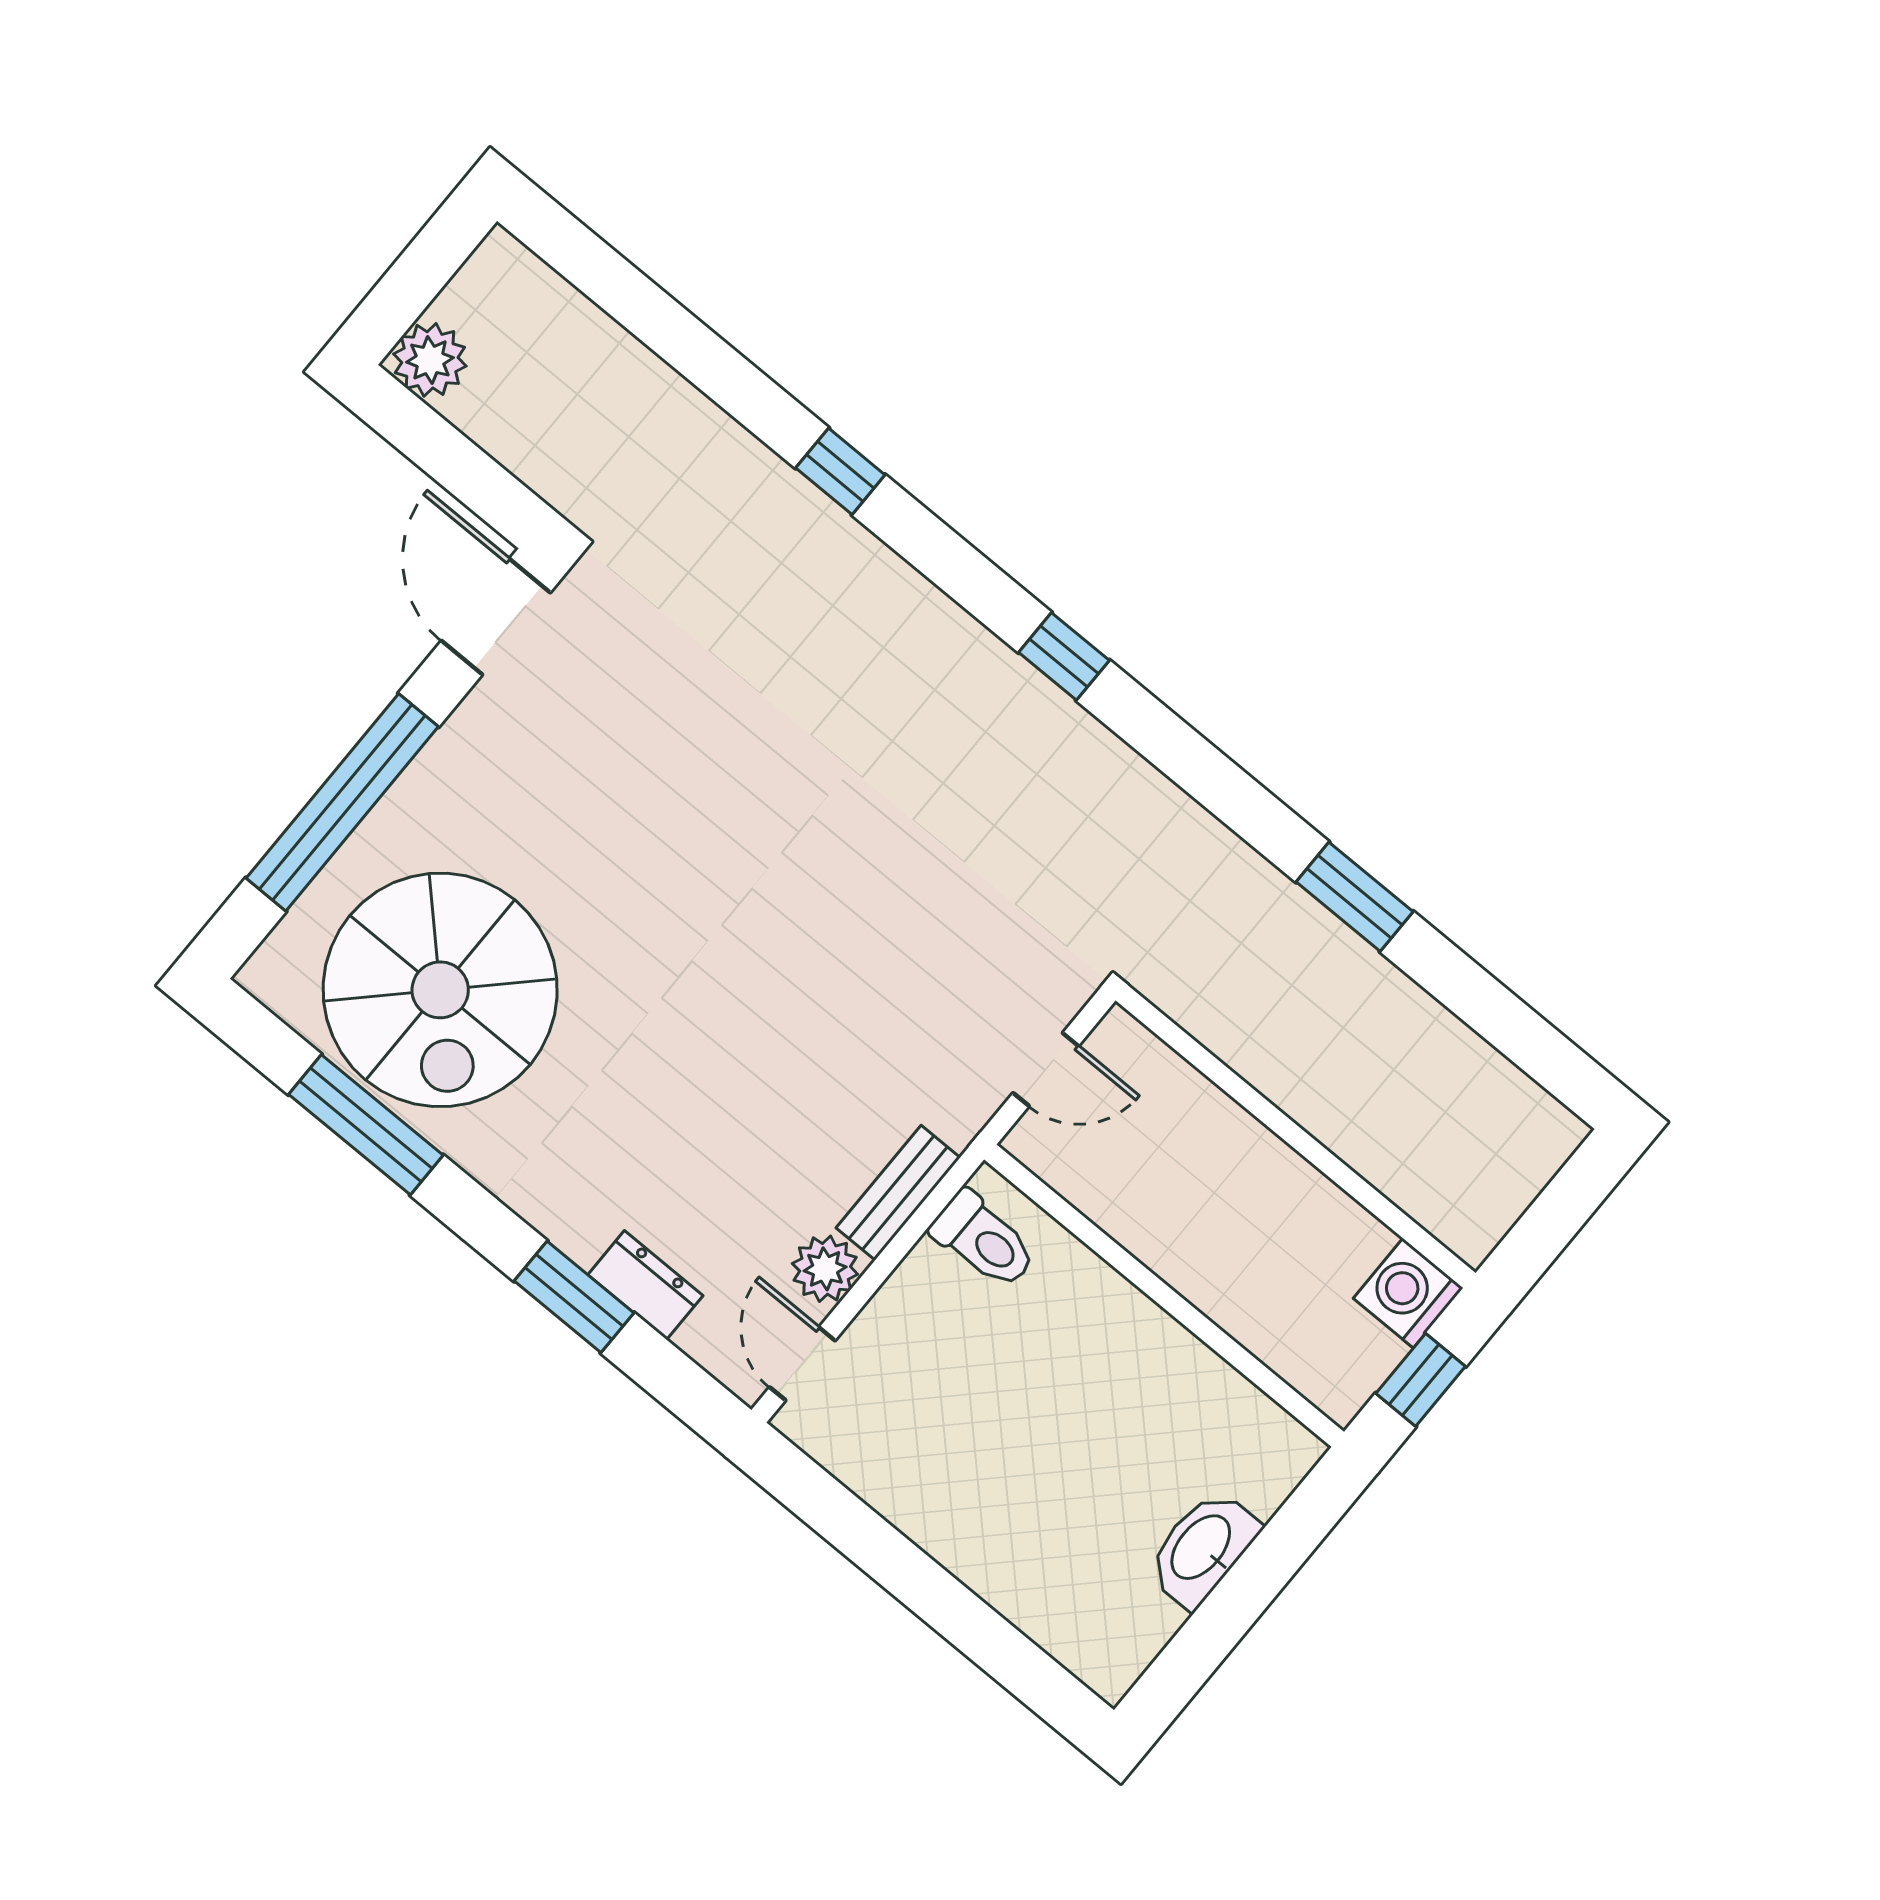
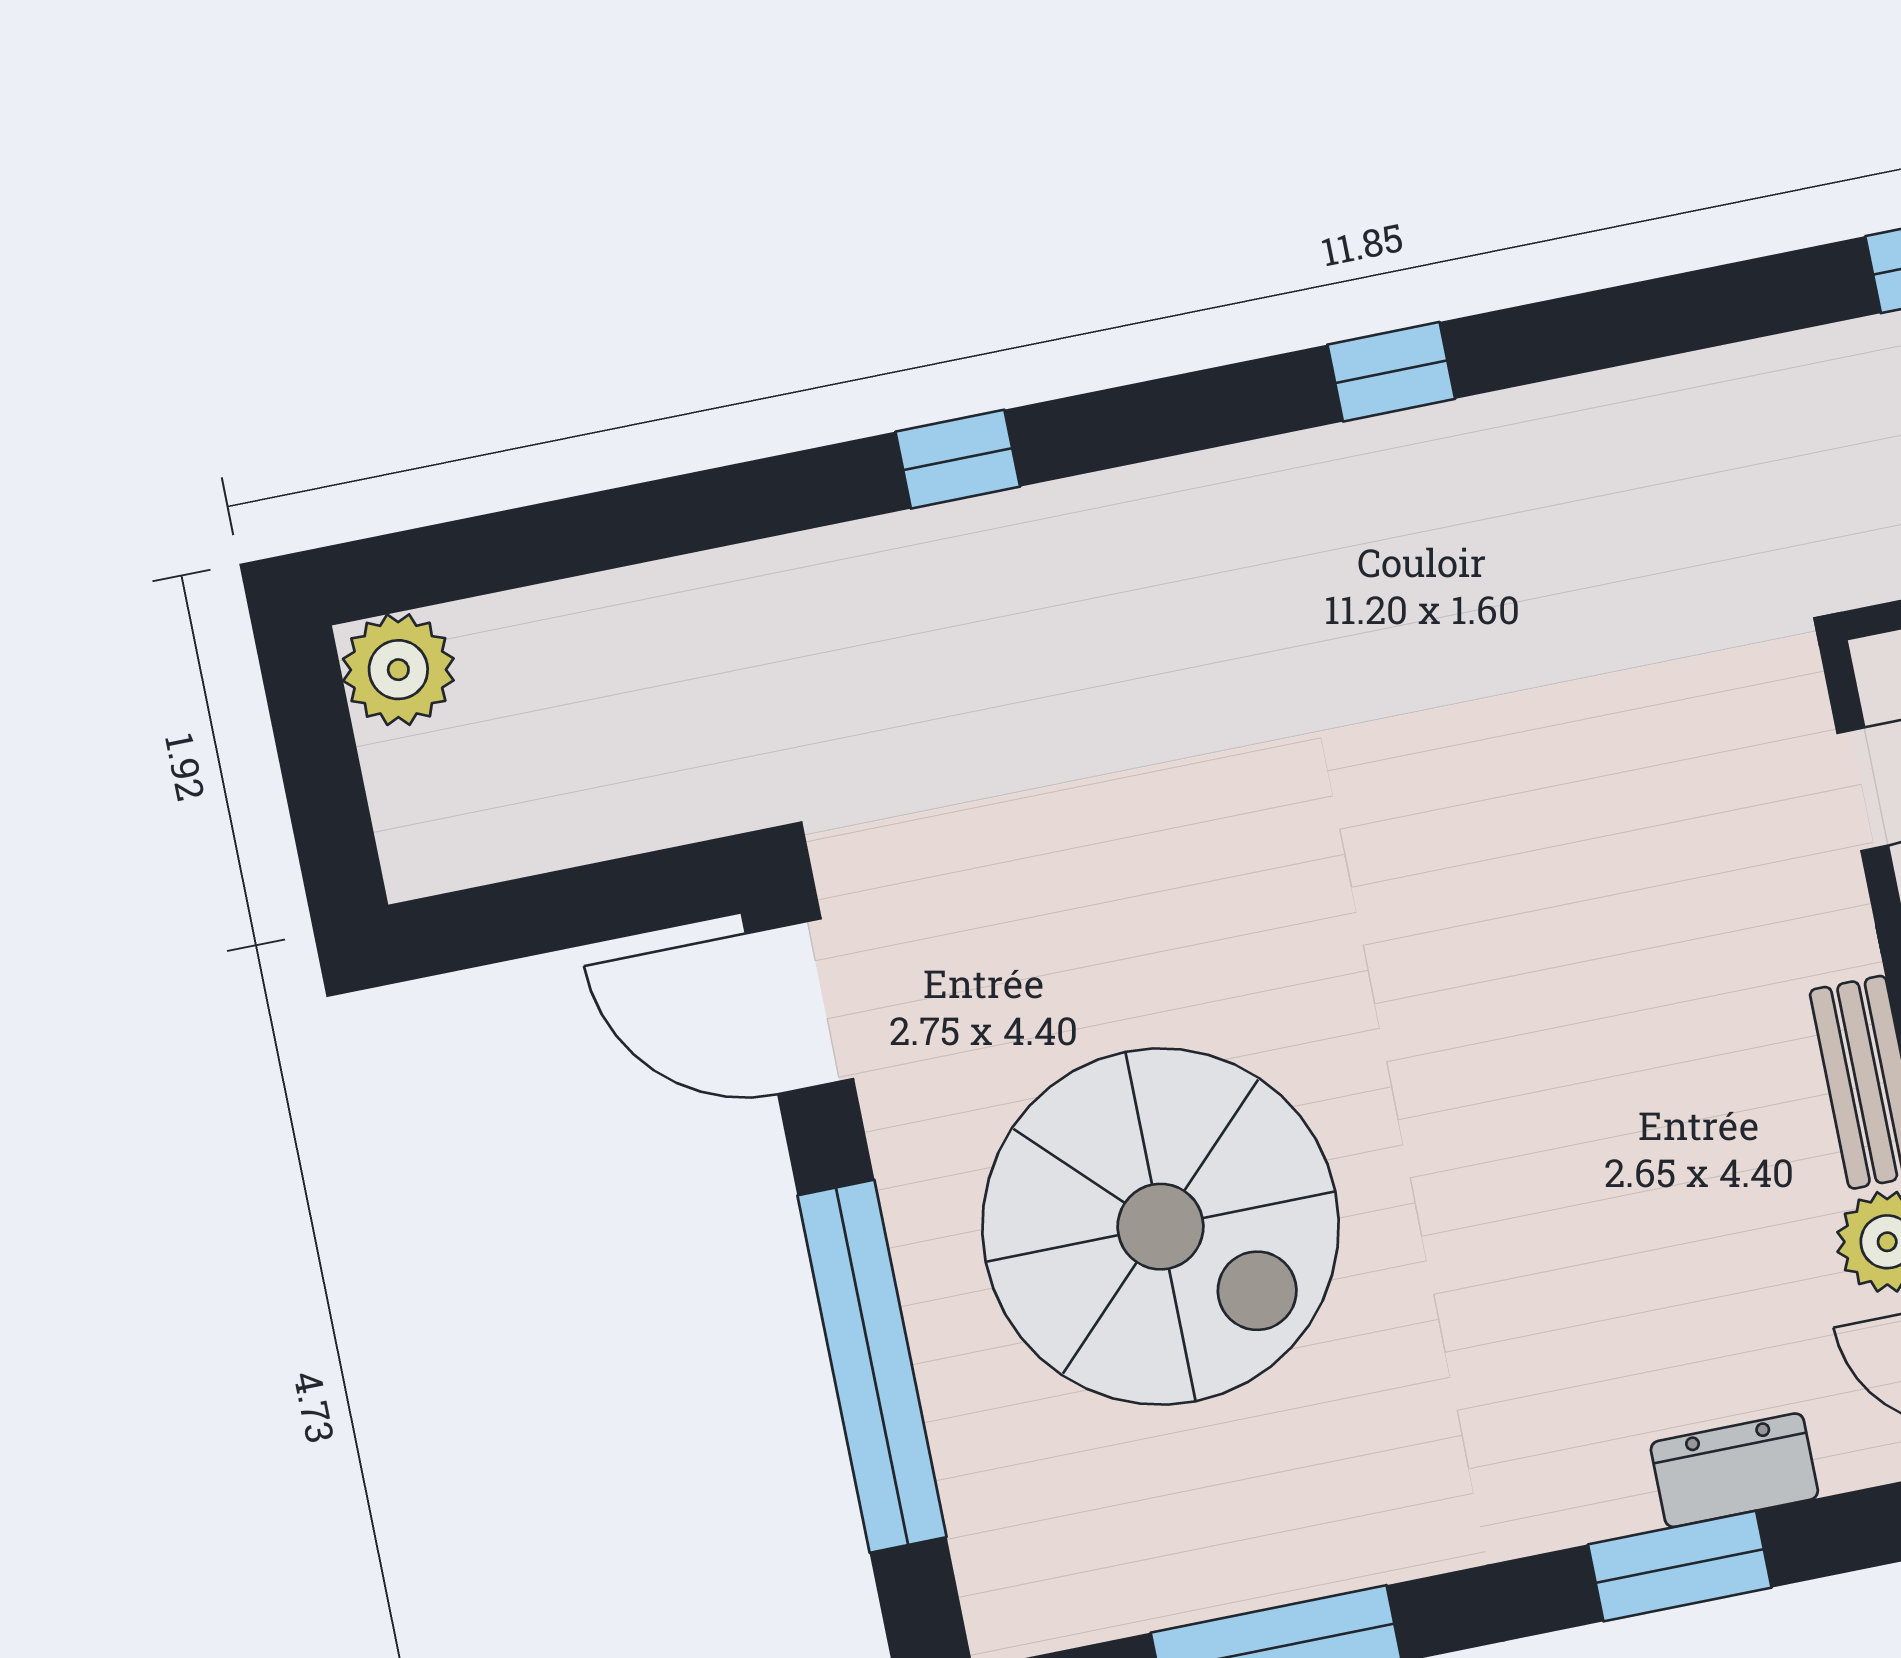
plant: (430, 360) -> (398, 670), moved
spiral stairs: (440, 990) -> (1160, 1227), moved

